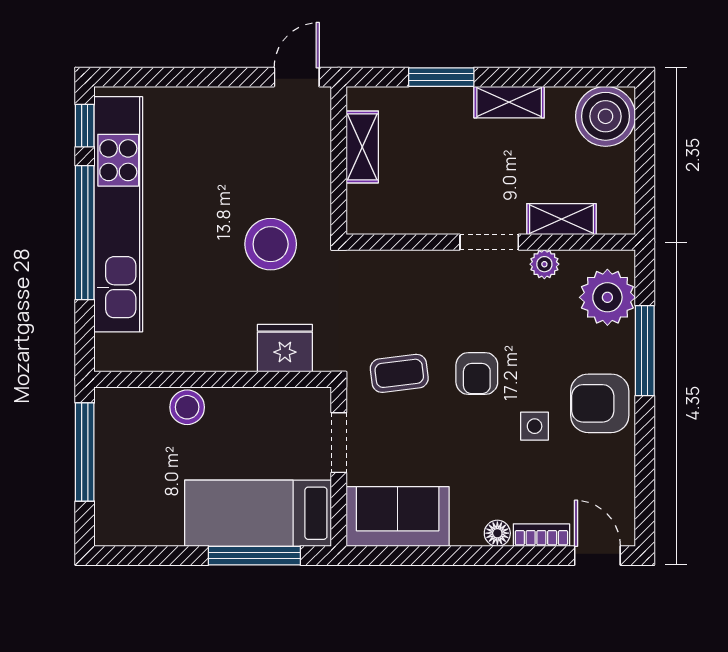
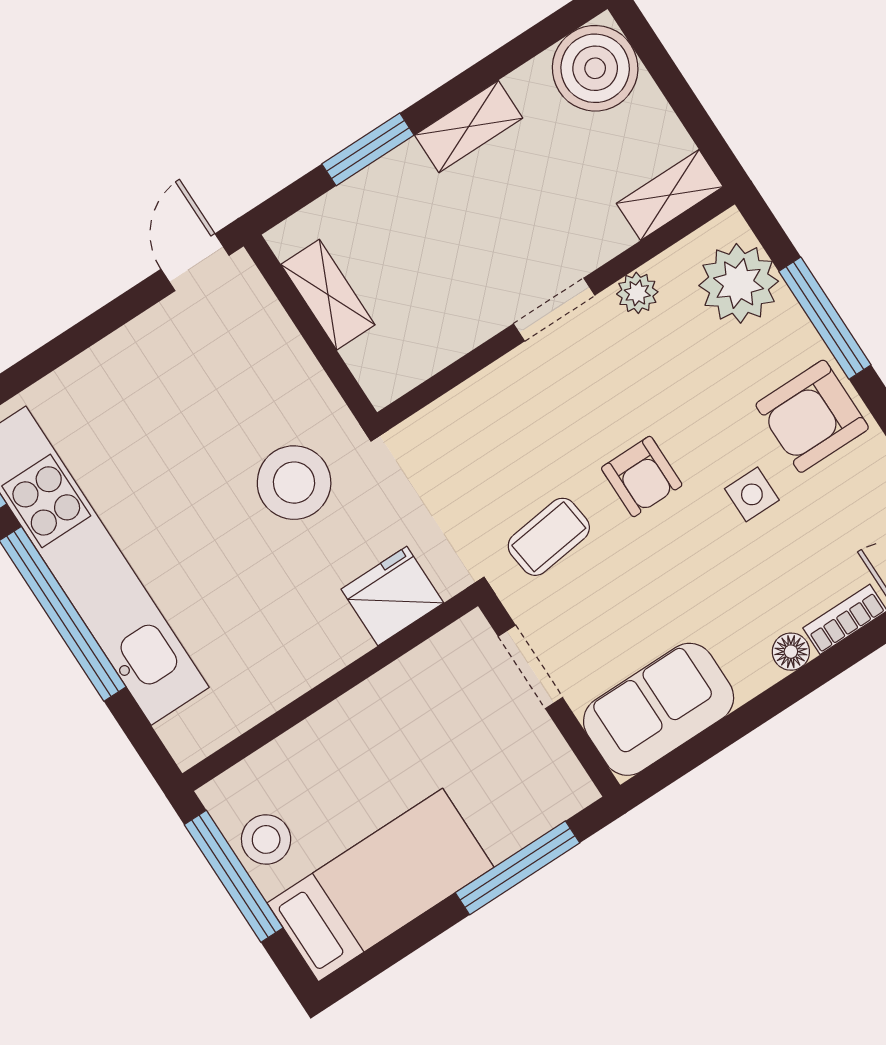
shelving: (561, 219) -> (670, 195), moved
stool: (187, 407) -> (266, 839), moved
bed: (258, 513) -> (380, 885), moved, turned 180

